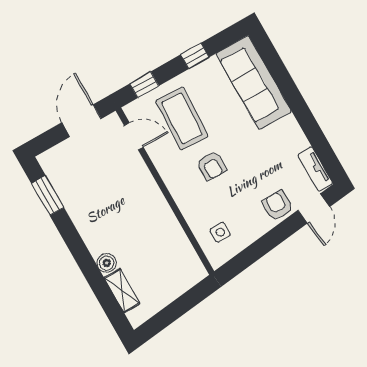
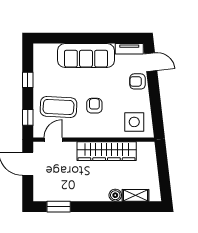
sofa: (254, 83) -> (86, 55), moved
armchair: (211, 166) -> (94, 106), turned -90
wardrobe: (159, 217) -> (107, 151), added
side table: (220, 232) -> (134, 122), width x1.87, depth x1.87

